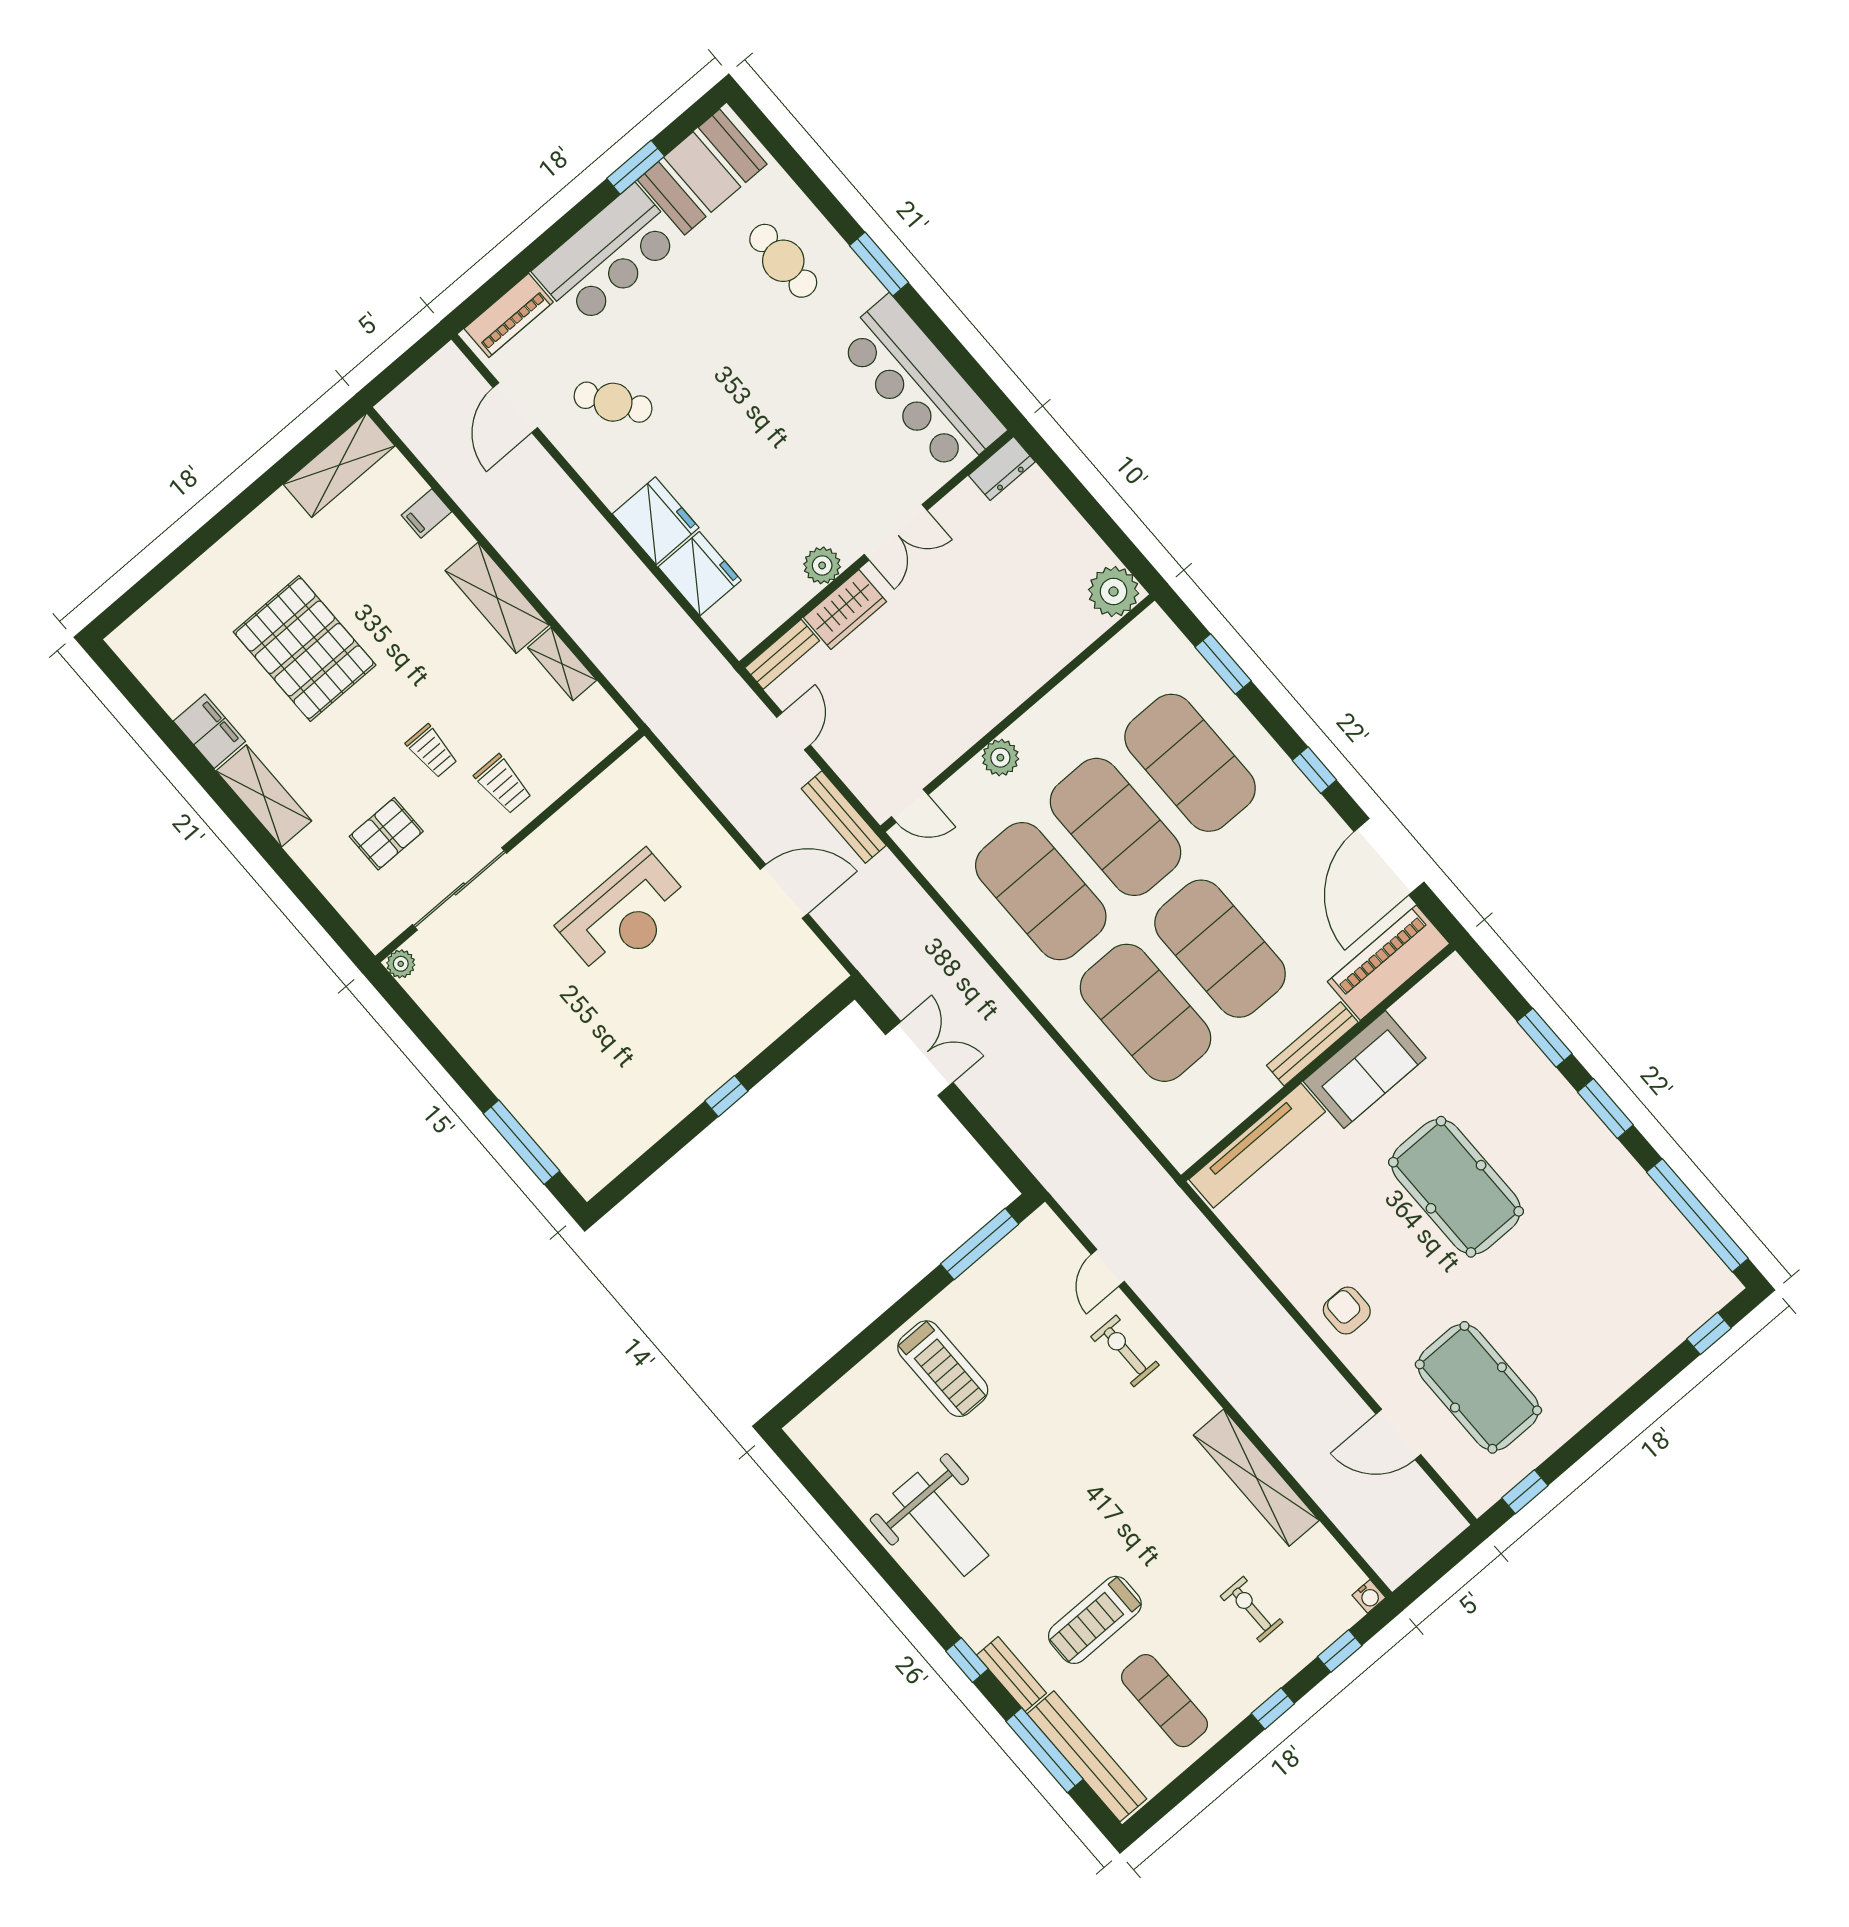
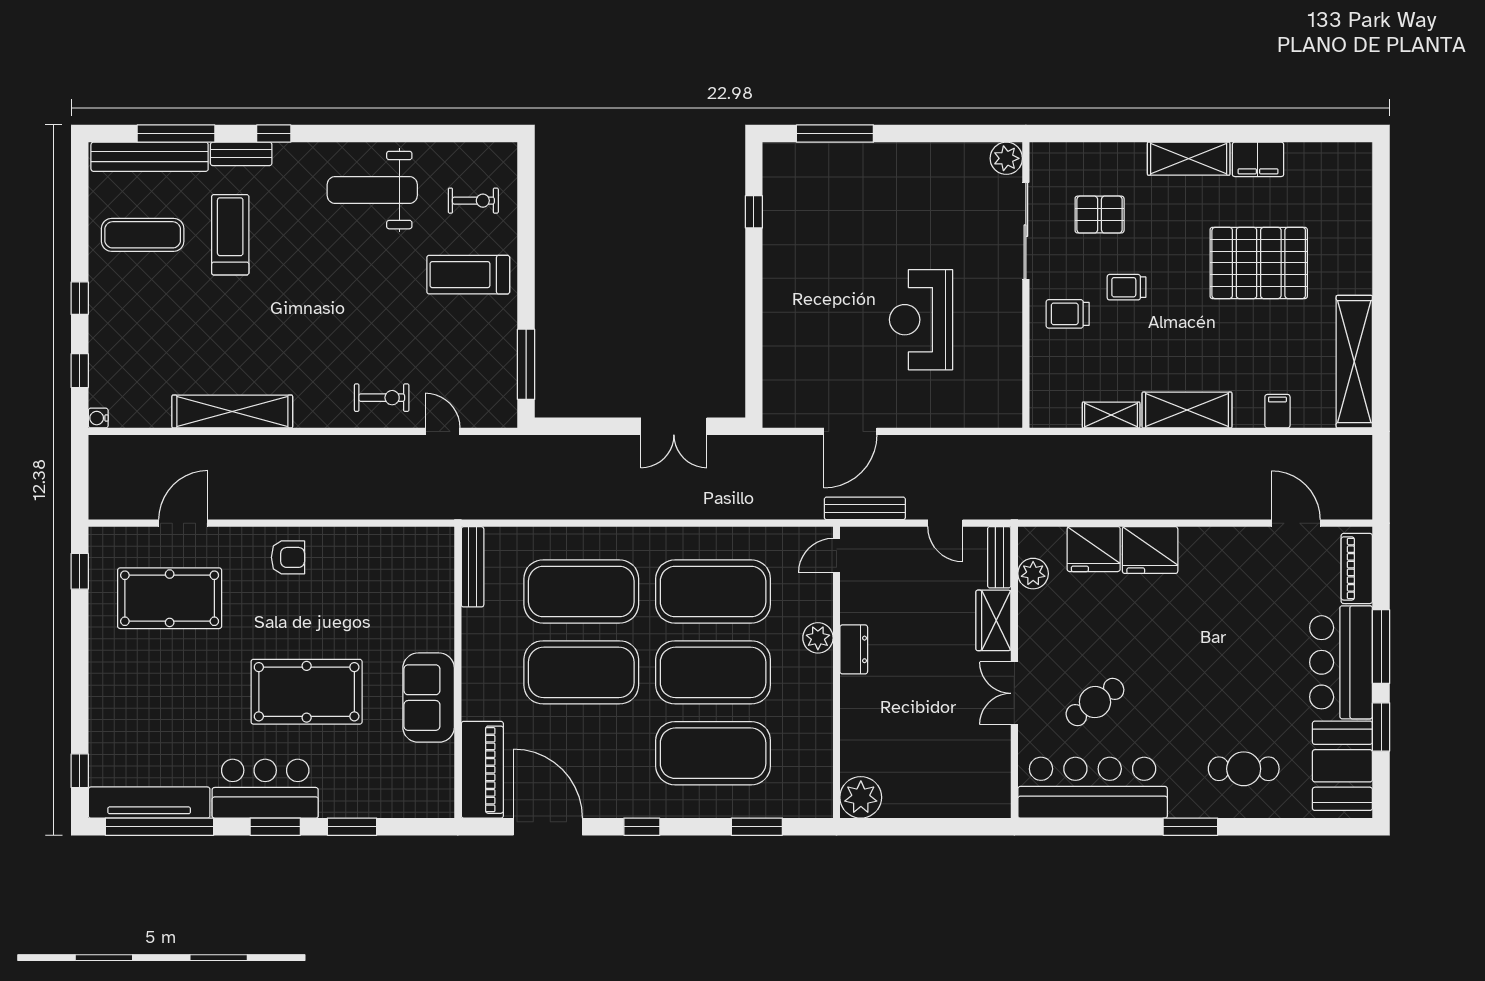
window: (561, 231) -> (1381, 647), added
cafe table: (613, 402) -> (1095, 702), moved
shelving: (339, 465) -> (1354, 362), width x1.47
dresser: (1002, 469) -> (854, 649), moved, turned 180
plant: (822, 565) -> (1033, 574), moved
pallet: (386, 834) -> (1100, 215), turned 90
plant: (401, 964) -> (1006, 158), width x1.38, depth x1.38
bench: (1312, 1044) -> (473, 567), moved
window: (726, 1096) -> (754, 212), moved
tv unit: (1257, 1146) -> (149, 803), moved, turned 90
bar counter: (1578, 1148) -> (265, 789), added
exercise bike: (1252, 1609) -> (473, 201), moved

